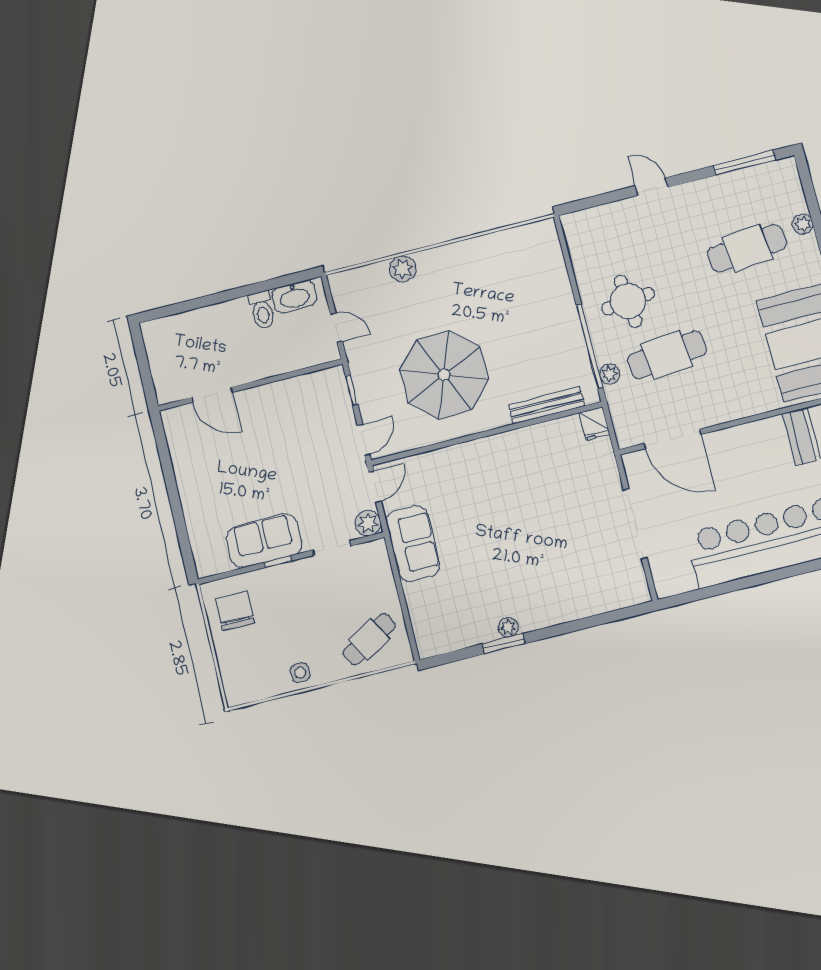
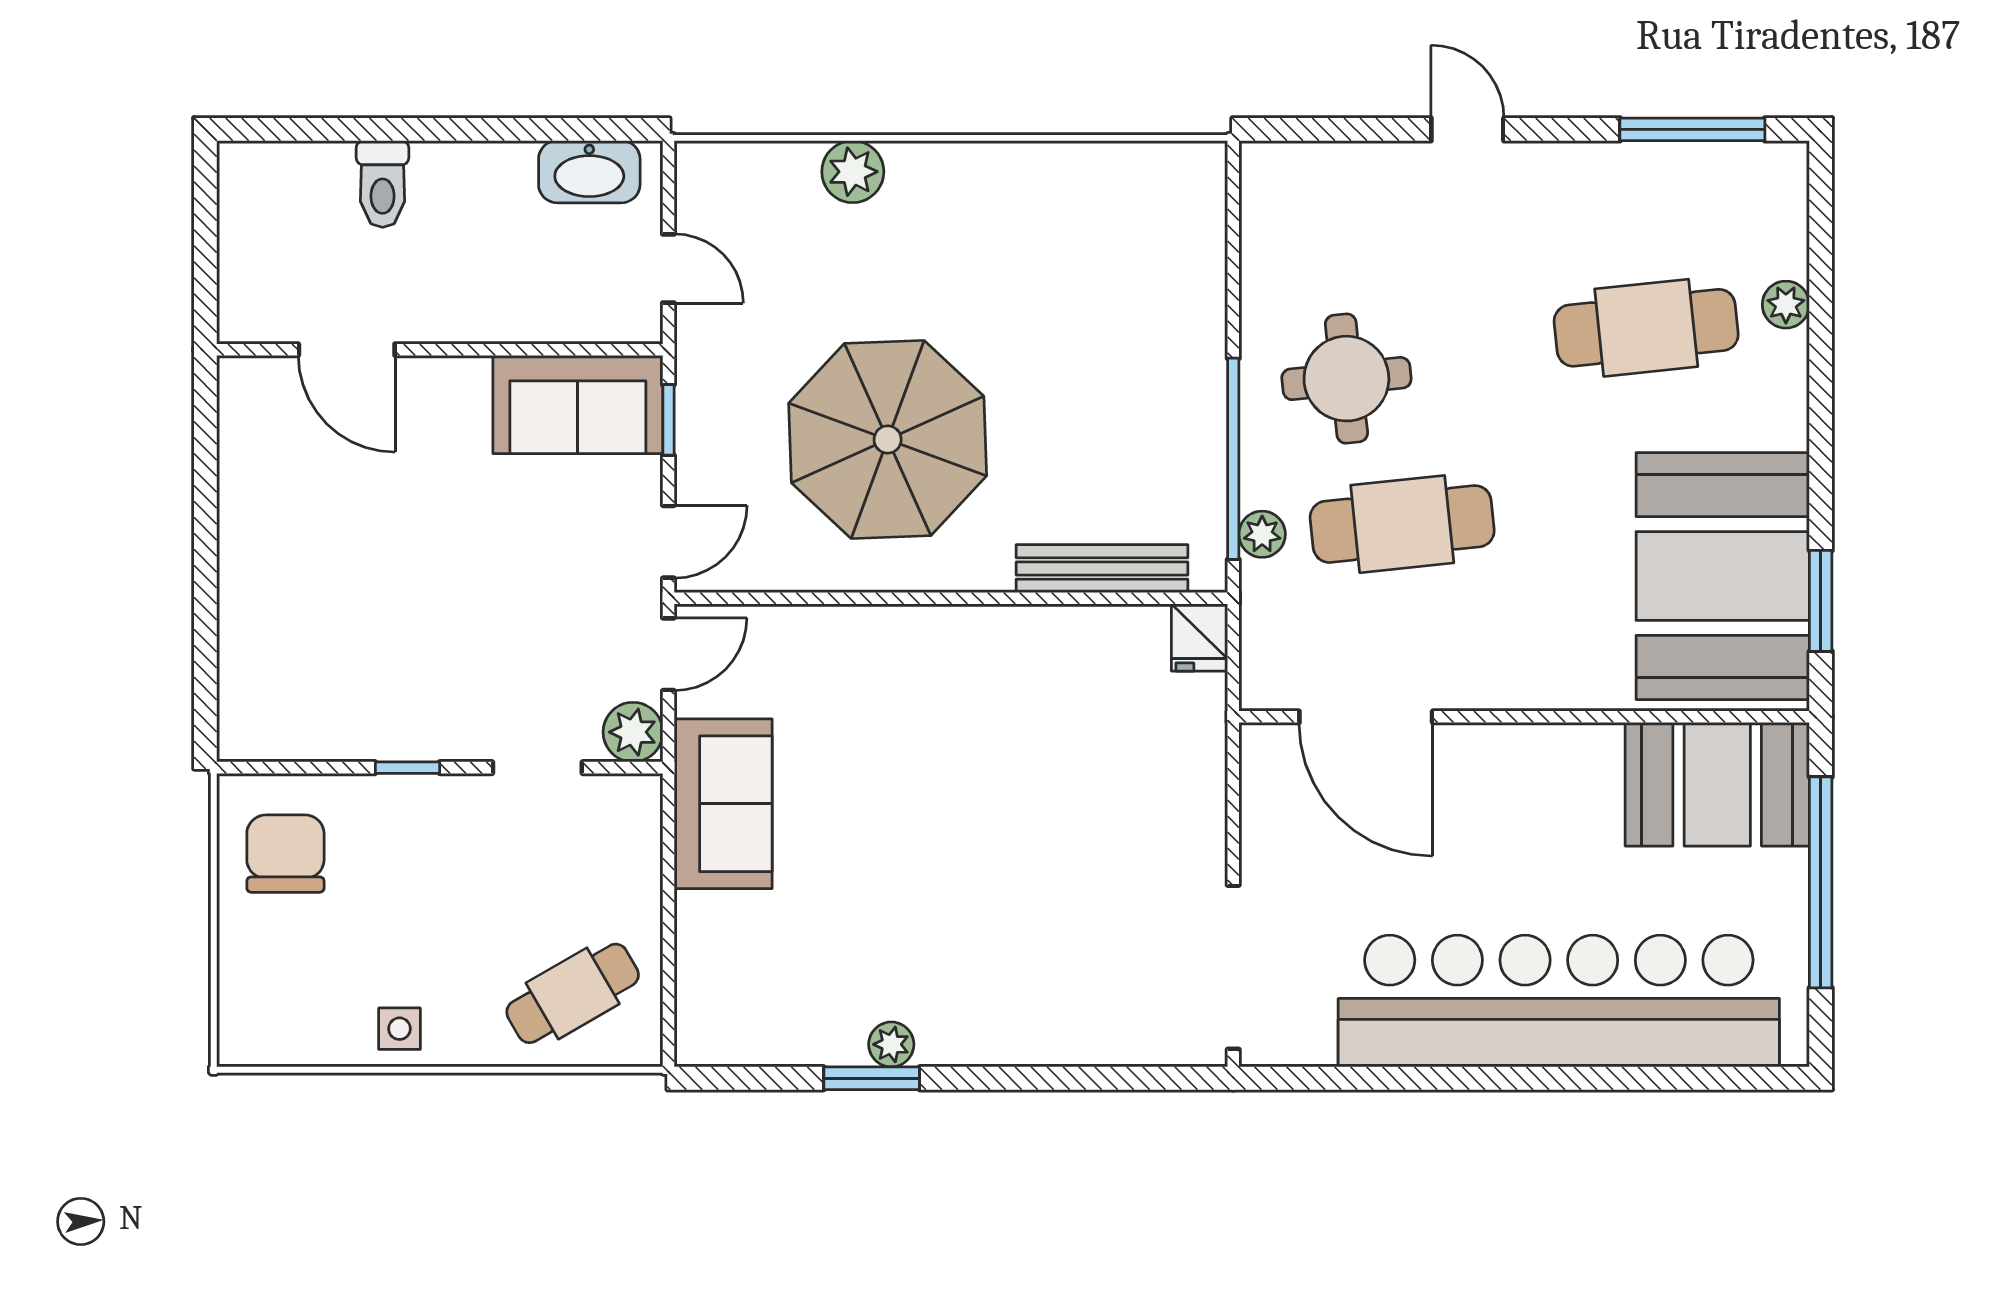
toilet: (262, 310) -> (383, 184), moved
doorway: (635, 524) -> (1233, 967), moved
sofa: (264, 541) -> (578, 404), moved, turned 180

